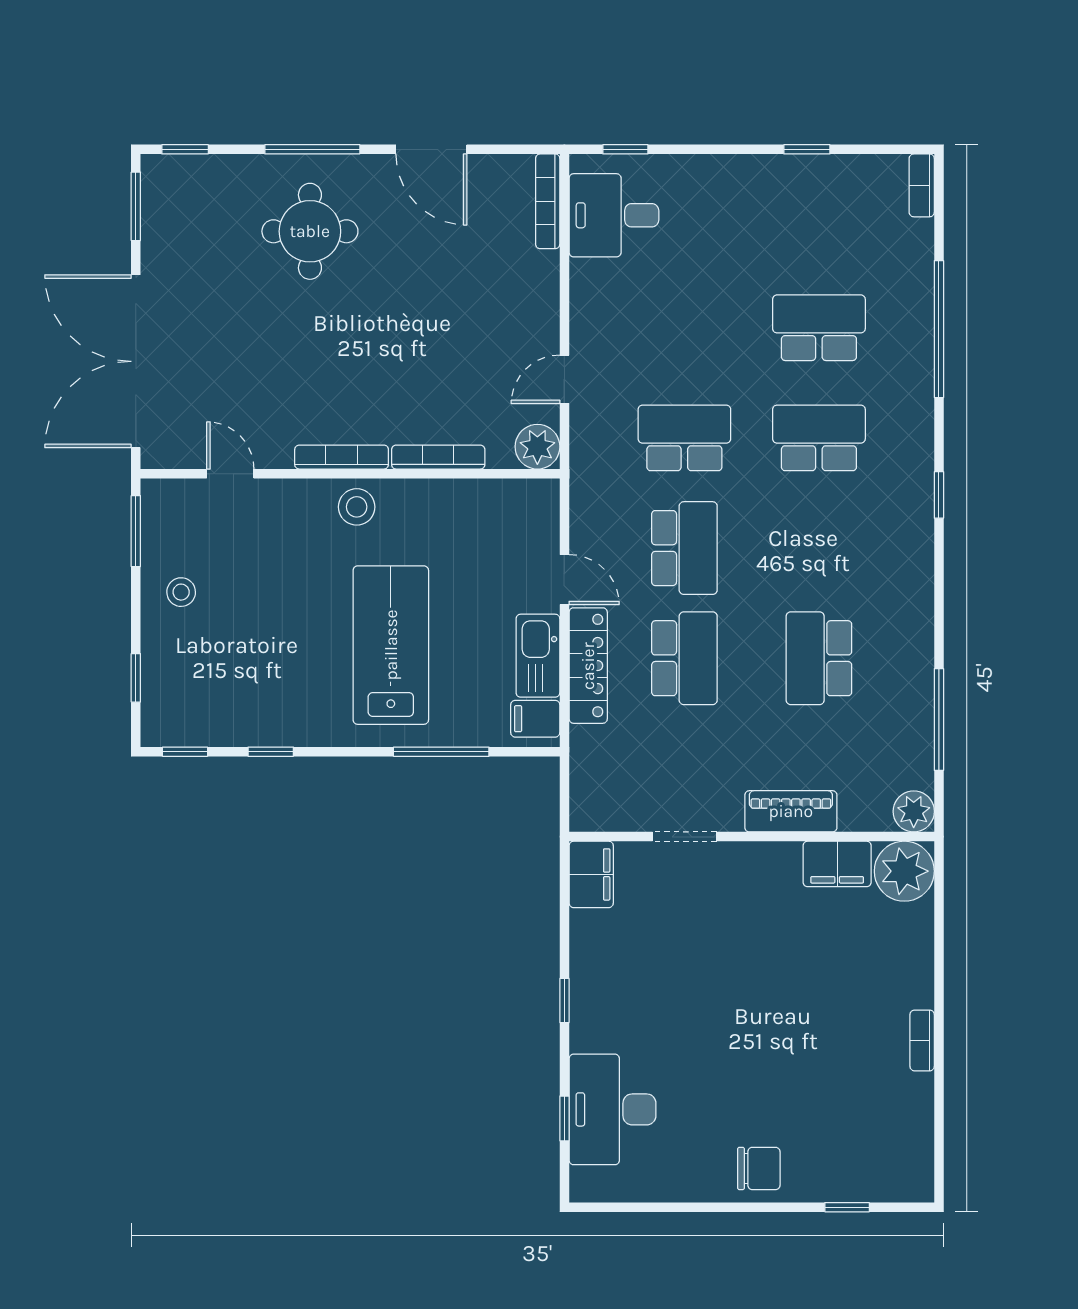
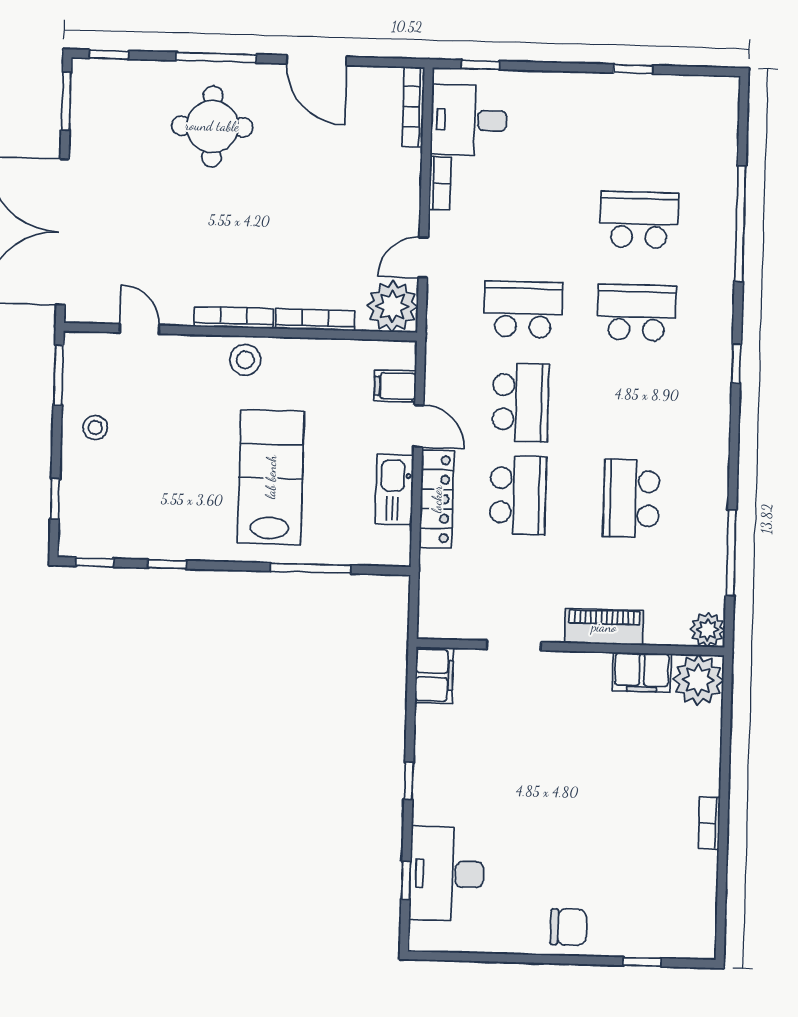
bookcase: (922, 185) -> (440, 183), moved, turned 180
plant: (537, 447) -> (392, 306), width x1.36, depth x1.36
filing cabinet: (535, 719) -> (395, 386), moved

